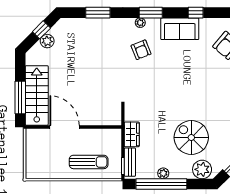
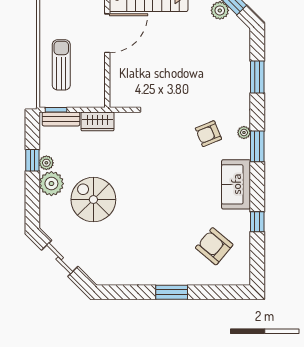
window: (196, 13) -> (257, 222), moved
spiral stairs: (191, 138) -> (93, 200), turned -90
sun lounger: (89, 162) -> (61, 65), turned 180
plant: (202, 169) -> (51, 184), moved
window: (161, 184) -> (32, 160), width x0.32

